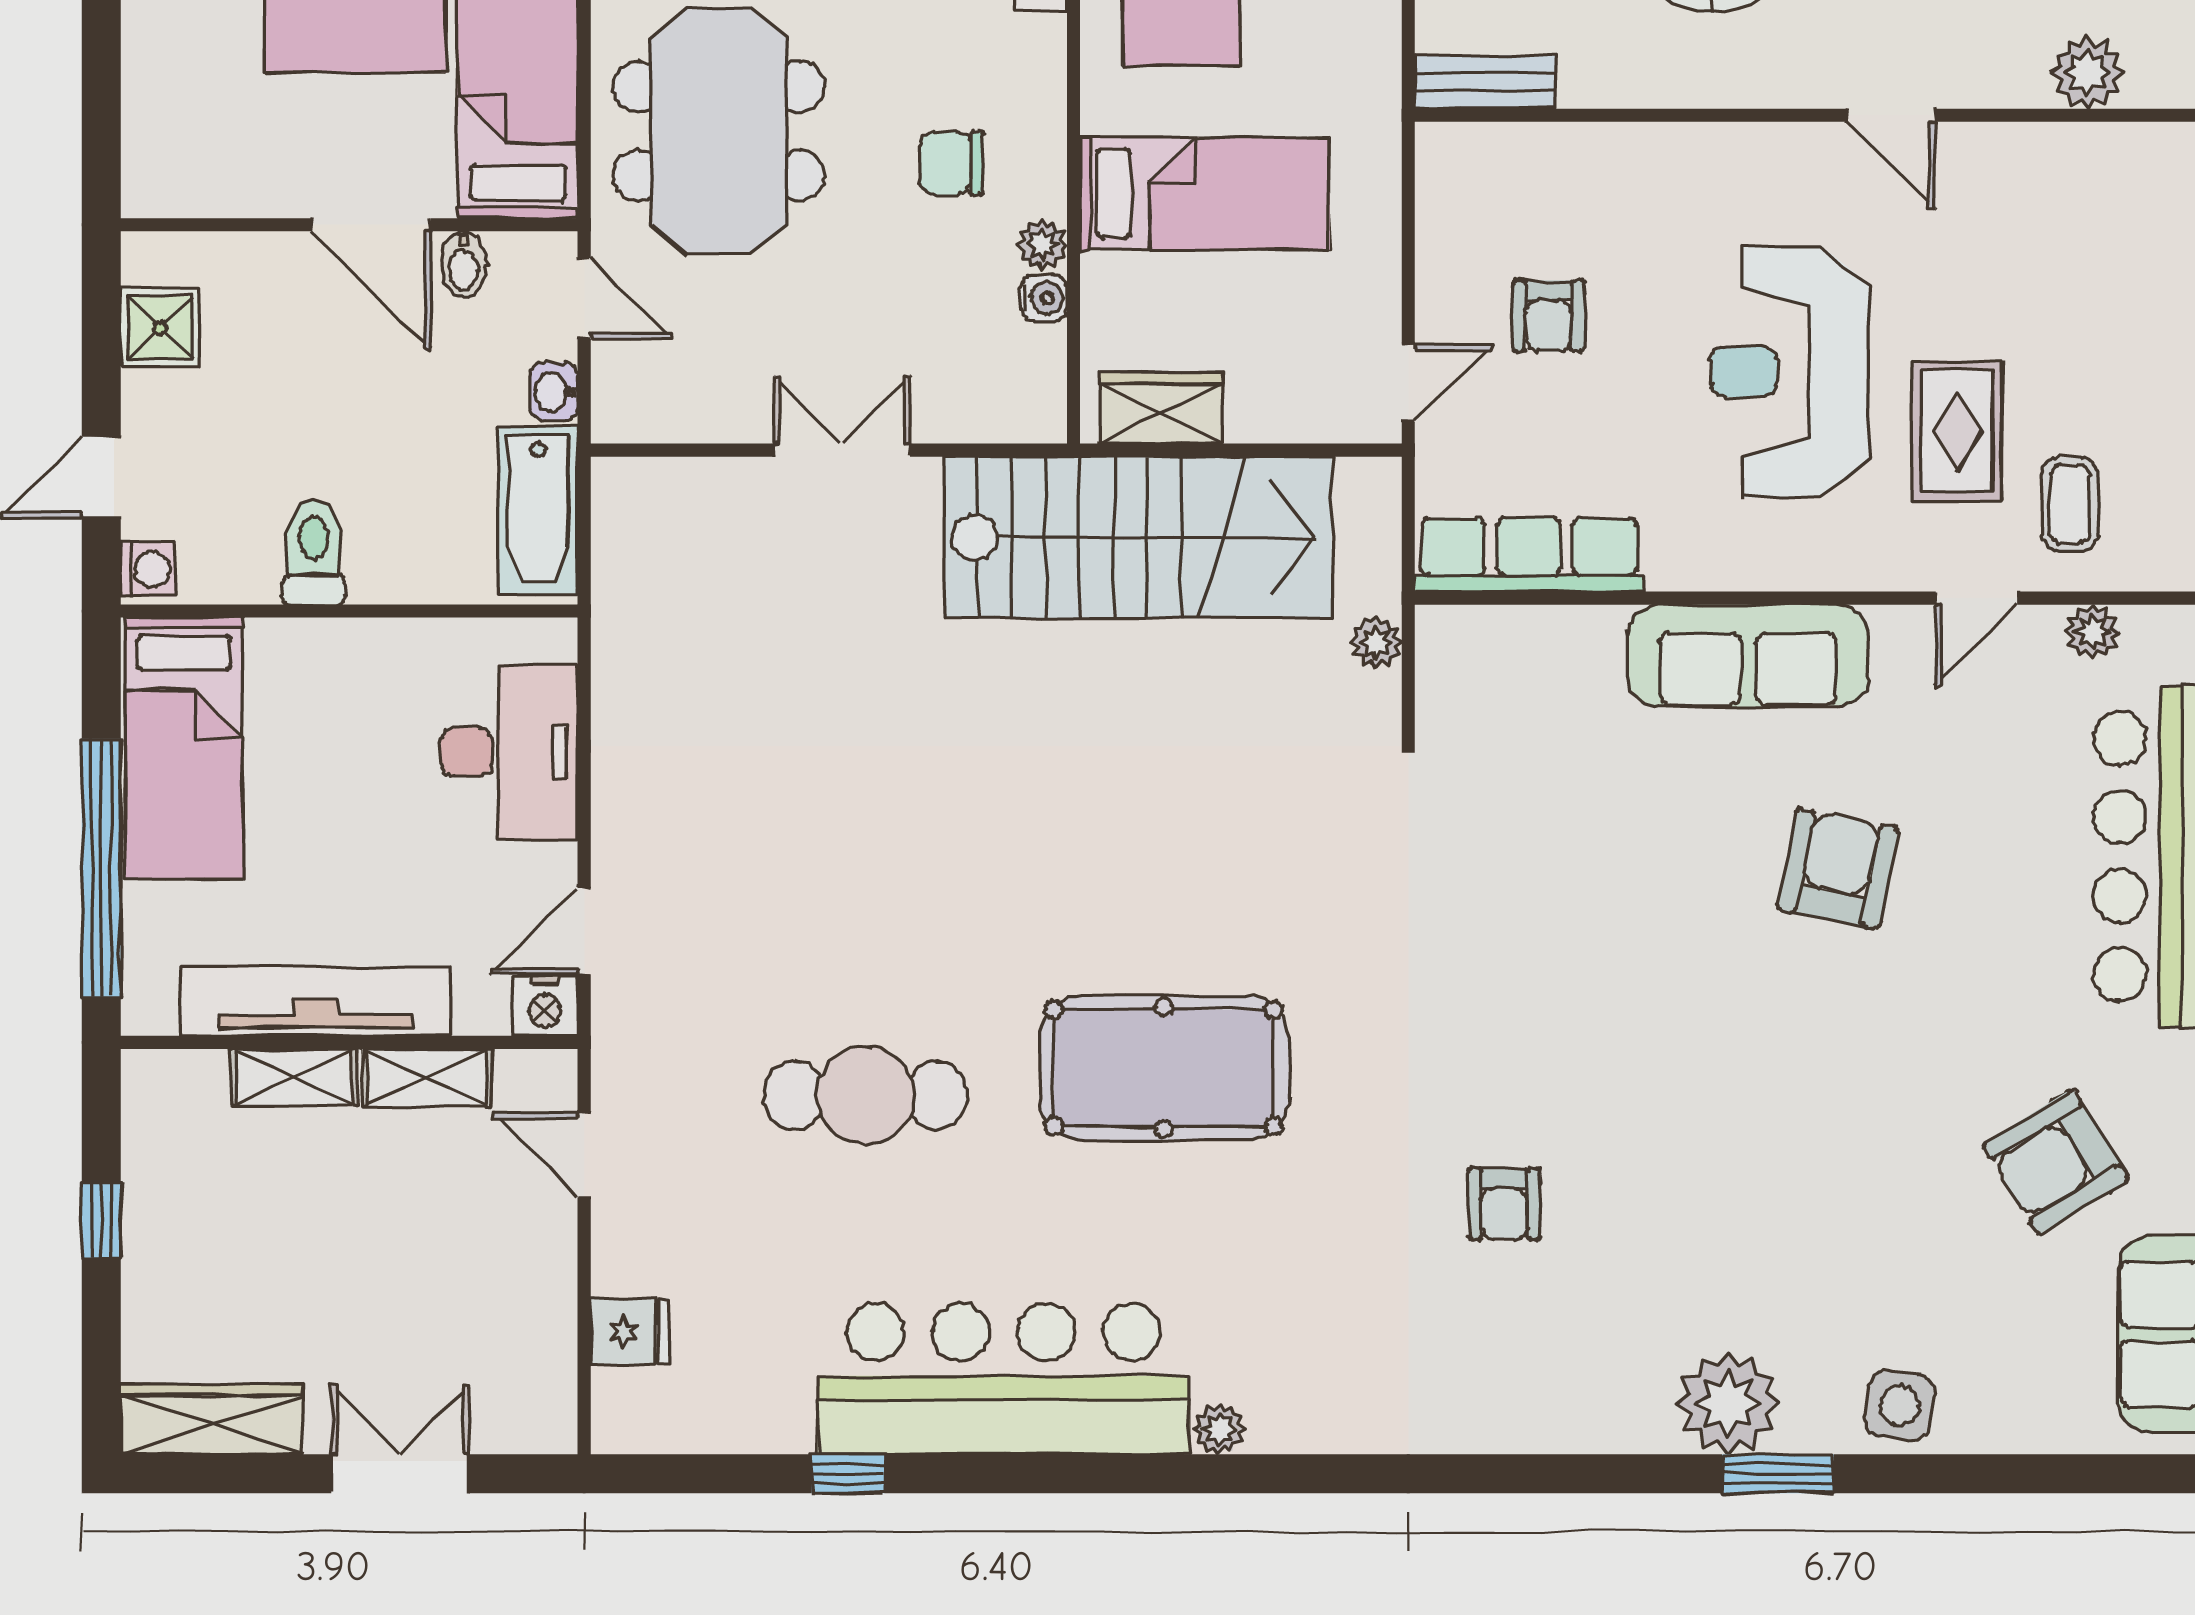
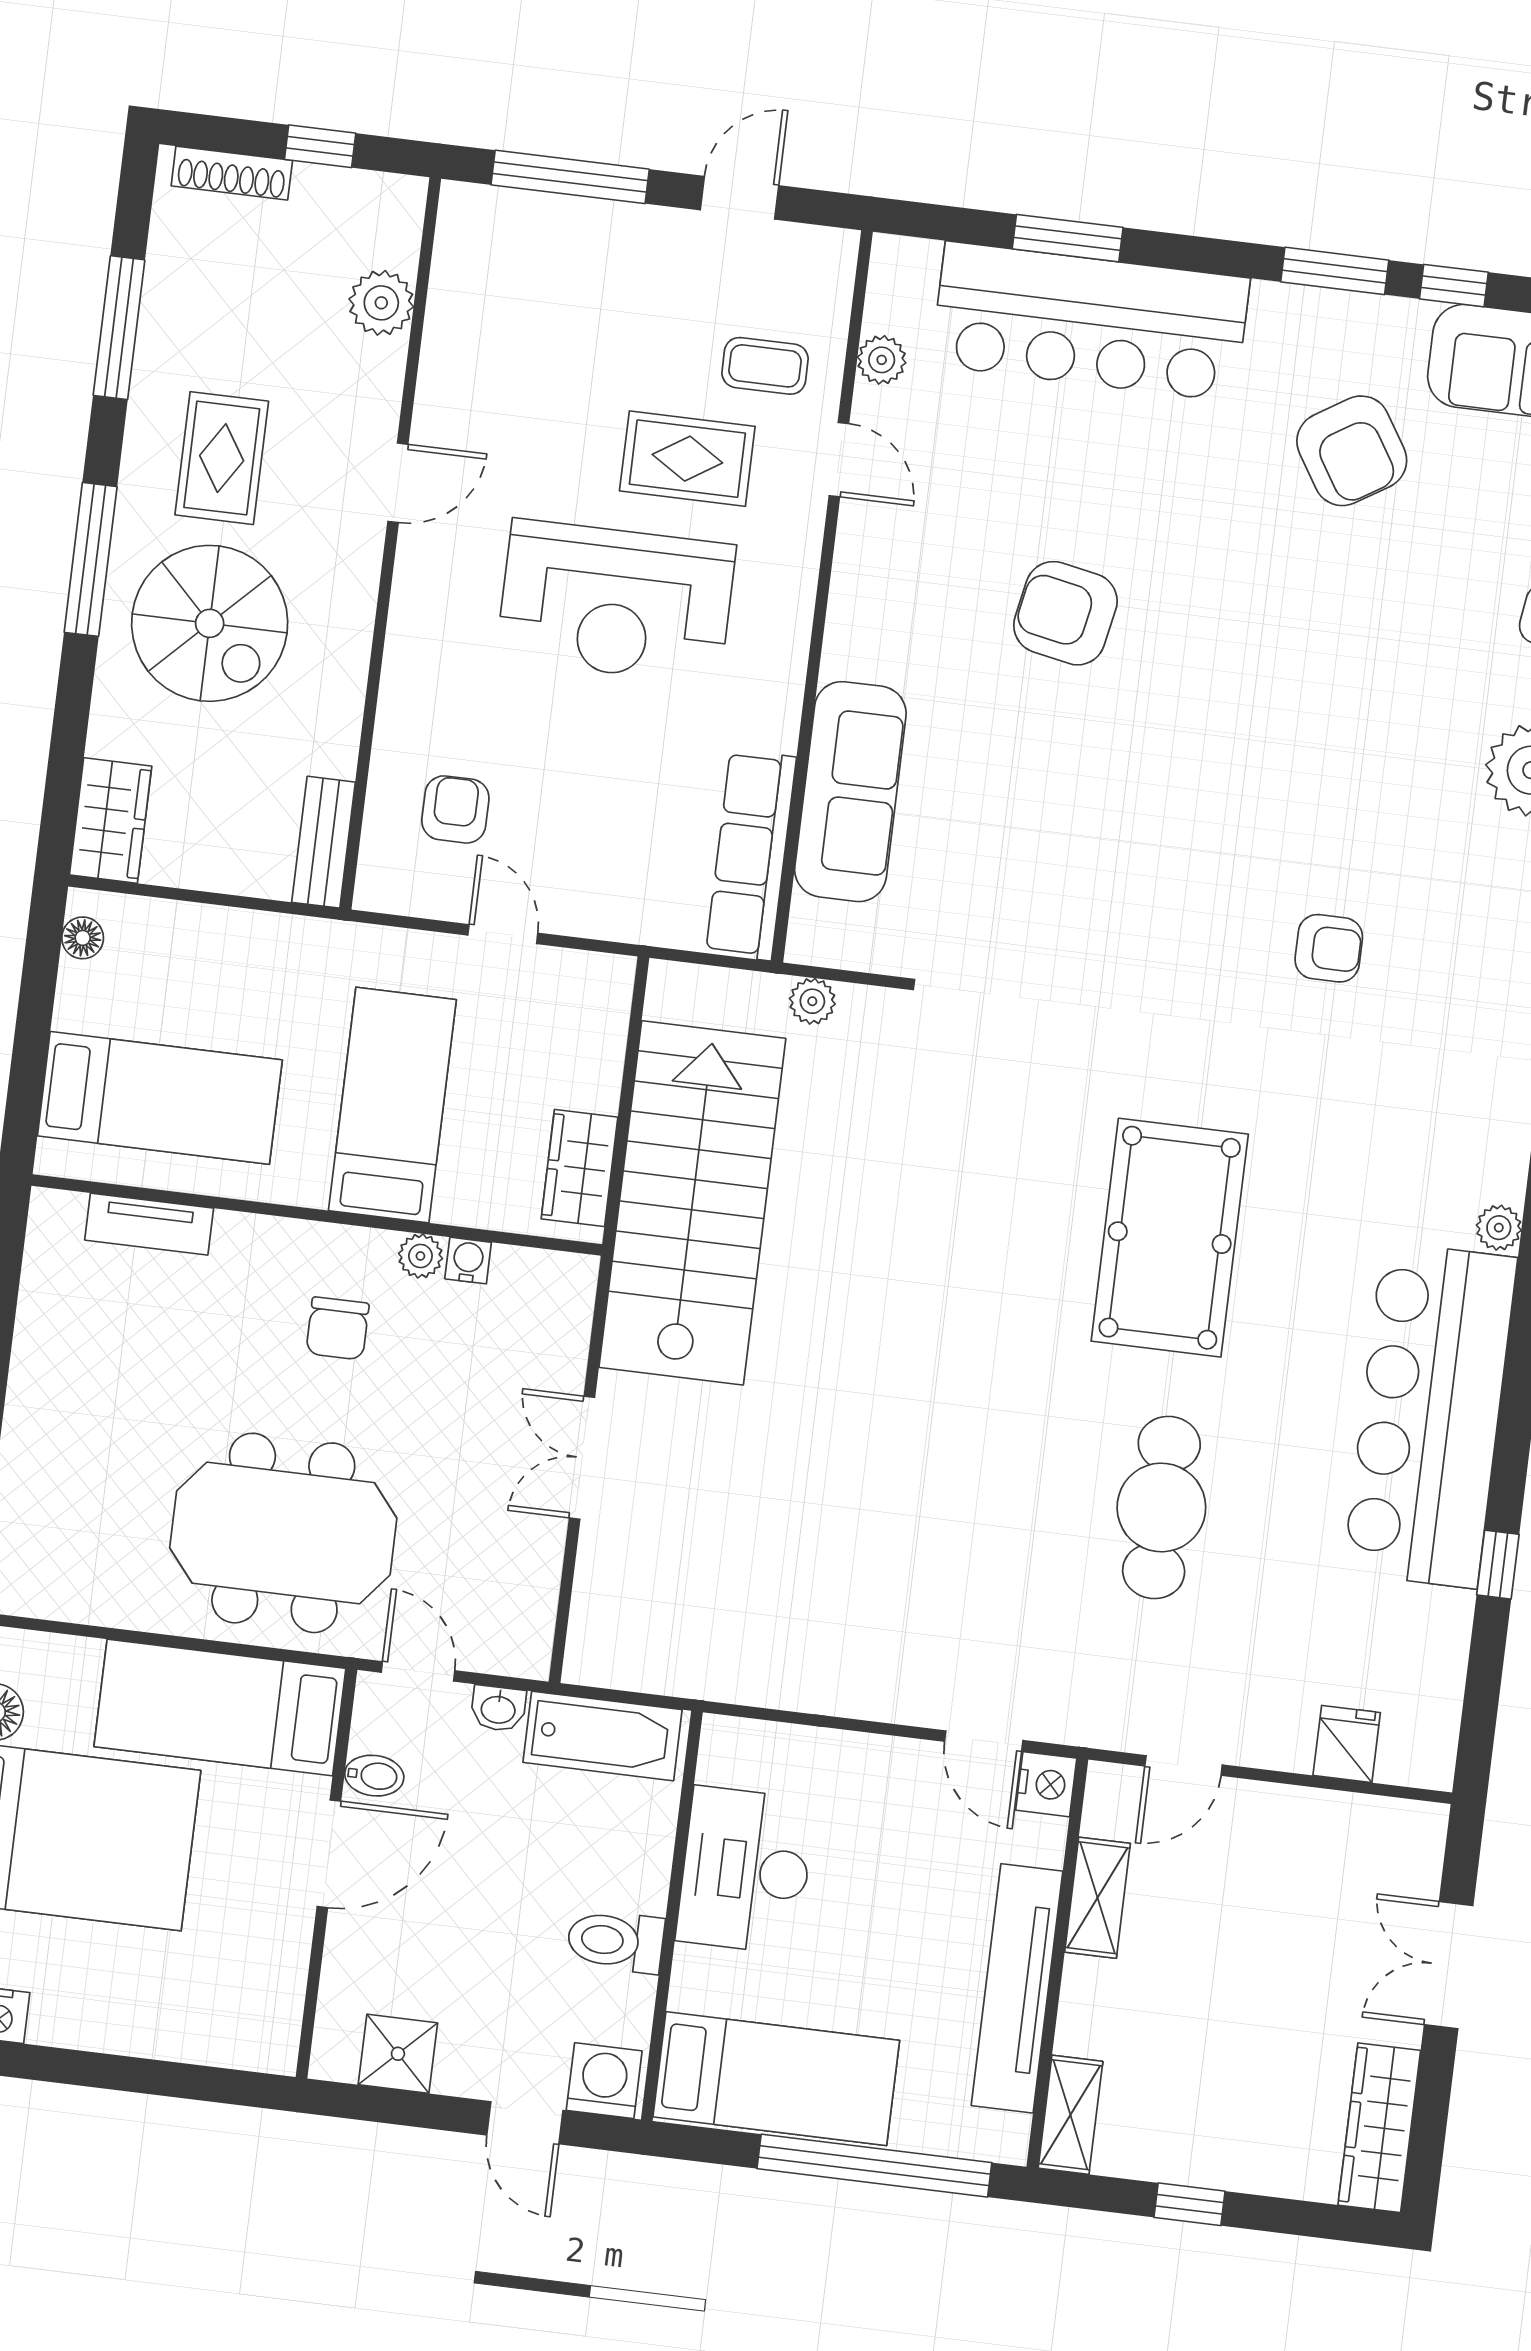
door: (584, 298) -> (418, 1671), hinge flipped
armchair: (1548, 316) -> (455, 809), moved, turned -90
door: (1408, 383) -> (503, 934), moved
washing machine: (148, 569) -> (604, 2081), width x1.38, depth x1.38
sofa: (1748, 656) -> (850, 792), moved
desk: (509, 752) -> (745, 1870), moved, turned -90
shelving: (294, 1077) -> (1070, 2115), moved

